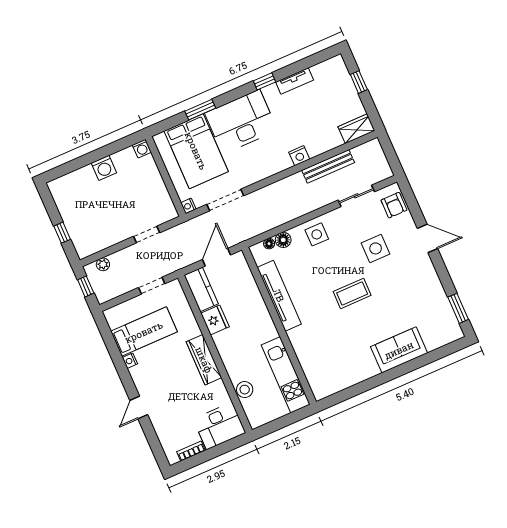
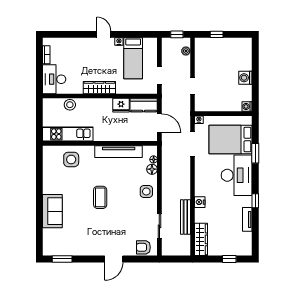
wardrobe: (356, 129) -> (201, 239), width x1.50
side table: (376, 248) -> (71, 159), moved
door: (139, 407) -> (104, 34), moved

